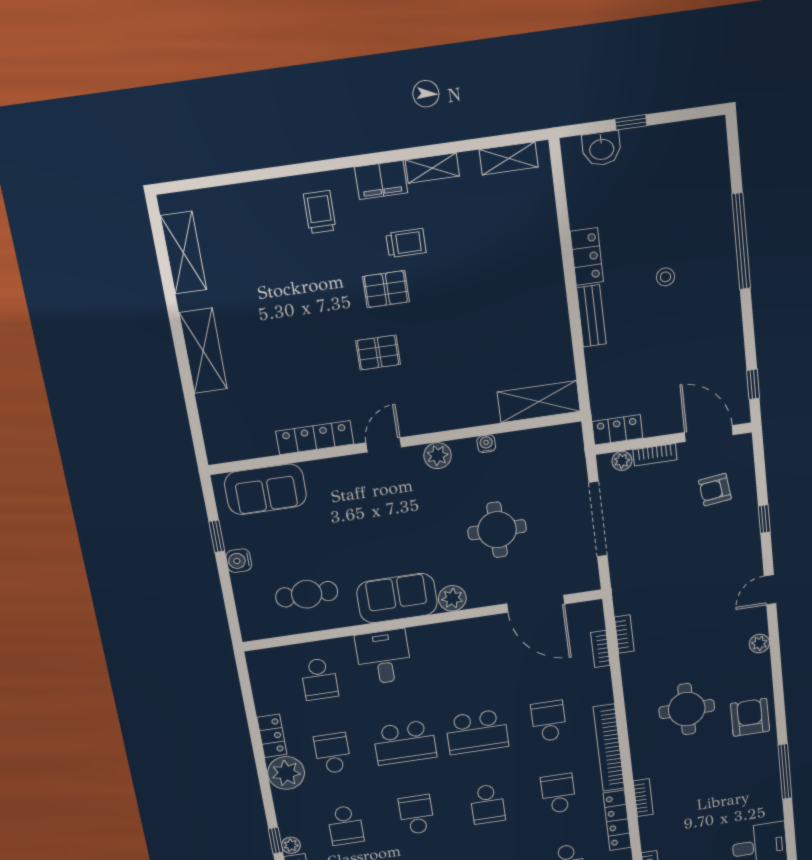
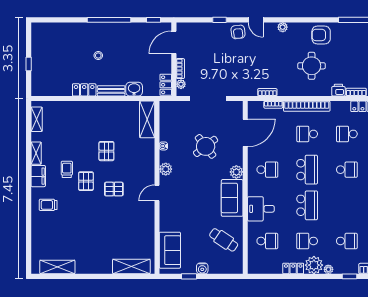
washbasin: (602, 149) -> (134, 89), moved, turned -90
window: (741, 241) -> (109, 20), moved
pallet: (459, 325) -> (106, 151), added
shelving: (203, 351) -> (131, 267), moved
pallet: (378, 353) -> (114, 189), turned 90
locker: (315, 438) -> (149, 224), removed
door: (384, 445) -> (157, 193), hinge flipped
armchair: (715, 490) -> (238, 32), moved
round table: (497, 530) -> (206, 146), turned -38
cafe table: (307, 594) -> (224, 240), turned -56
bookcase: (609, 748) -> (307, 106), moved
printer: (644, 765) -> (338, 90), added
school desk: (417, 815) -> (267, 170), moved, turned 180
plant: (291, 845) -> (328, 269), moved

